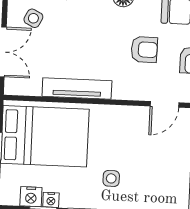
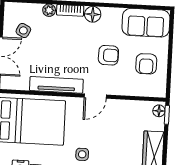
door: (164, 104) -> (95, 96), moved

